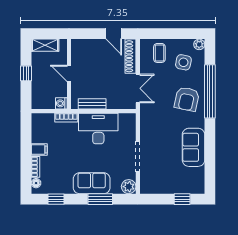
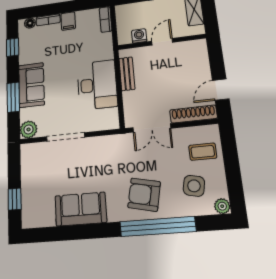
washing machine: (61, 103) -> (139, 36), moved
bookcase: (66, 118) -> (106, 19), moved

